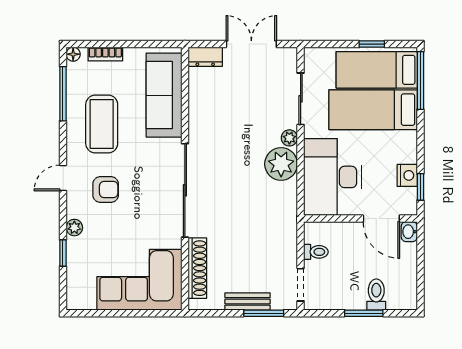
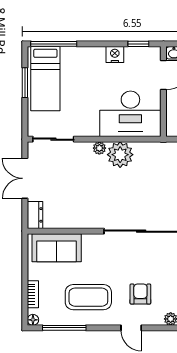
window: (372, 44) -> (25, 83), width x1.50
sofa: (164, 95) -> (57, 248), width x0.73
sliding door: (301, 99) -> (53, 139), moved
bed: (373, 110) -> (77, 82), removed
nightstand: (407, 175) -> (115, 55), moved

